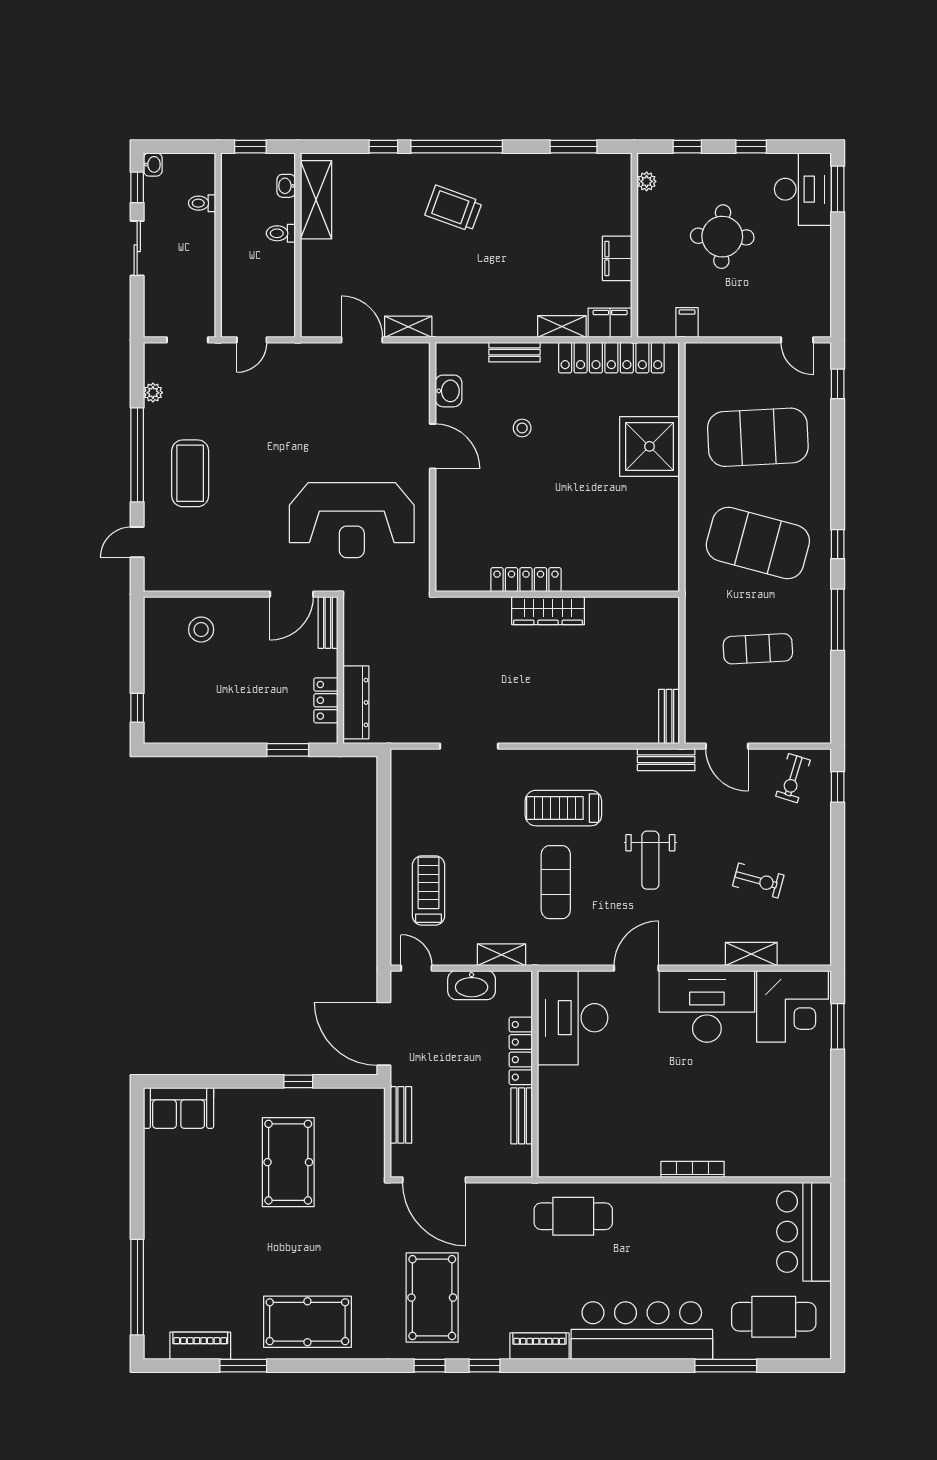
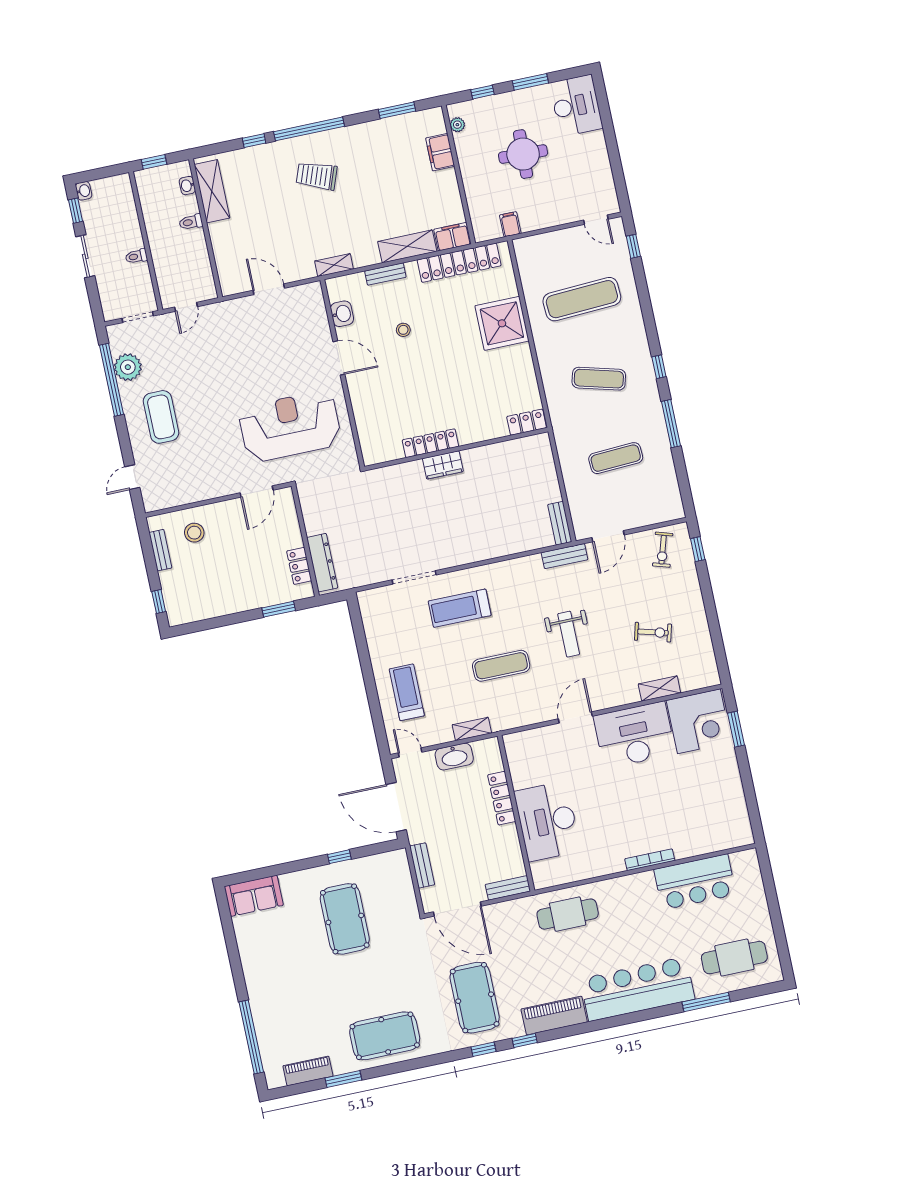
window: (751, 147) -> (530, 82), width x1.50
window: (838, 189) -> (602, 100), removed
toilet: (202, 203) -> (136, 256), moved
filing cabinet: (617, 258) -> (440, 152), moved
shelving: (562, 326) -> (407, 246), width x1.50, depth x1.33
shelving: (408, 327) -> (334, 265), moved
plant: (153, 393) -> (128, 367), width x1.88, depth x1.88
exercise mat: (758, 437) -> (582, 299), width x0.68
window: (137, 455) -> (112, 380), moved
reception desk: (352, 520) -> (290, 426), turned 180
exercise mat: (758, 543) -> (599, 379), width x0.50, depth x0.69
locker: (654, 579) -> (527, 422), added
wardrobe: (548, 611) -> (443, 465), width x0.67
bench: (328, 622) -> (160, 550), moved
door: (727, 746) -> (608, 536), hinge flipped
treadmill: (563, 808) -> (460, 608), moved
exercise mat: (556, 882) -> (501, 666), turned 90
desk: (573, 1018) -> (547, 821), moved
bench: (522, 1116) -> (508, 888), moved, turned 90
bar counter: (804, 1232) -> (695, 882), moved, turned -90
piano: (539, 1346) -> (554, 1016), width x1.37, depth x1.33

